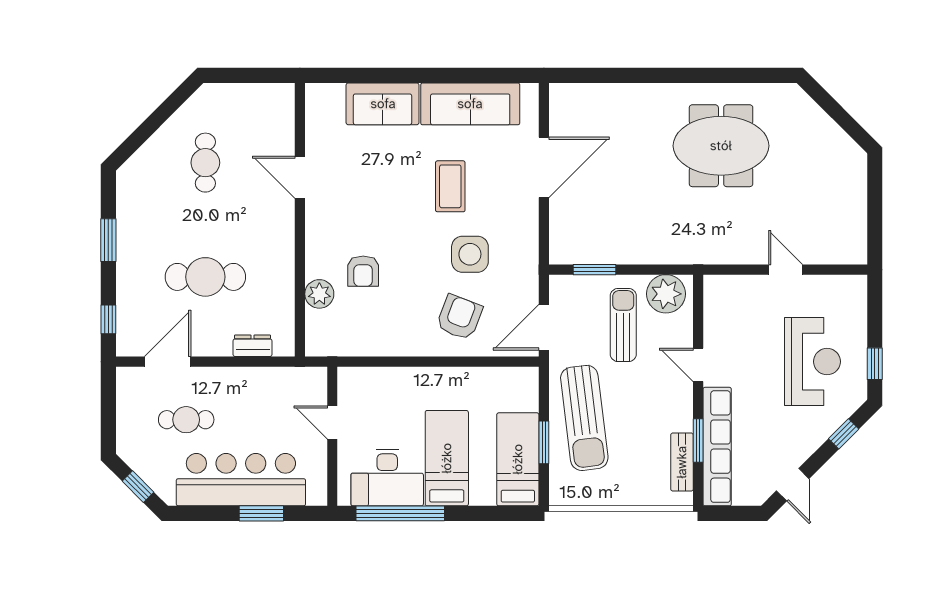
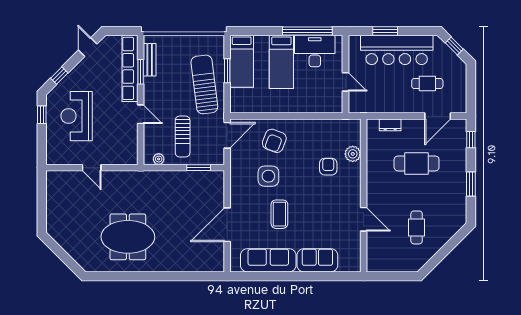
plant: (666, 294) -> (159, 159), width x0.53, depth x0.53

